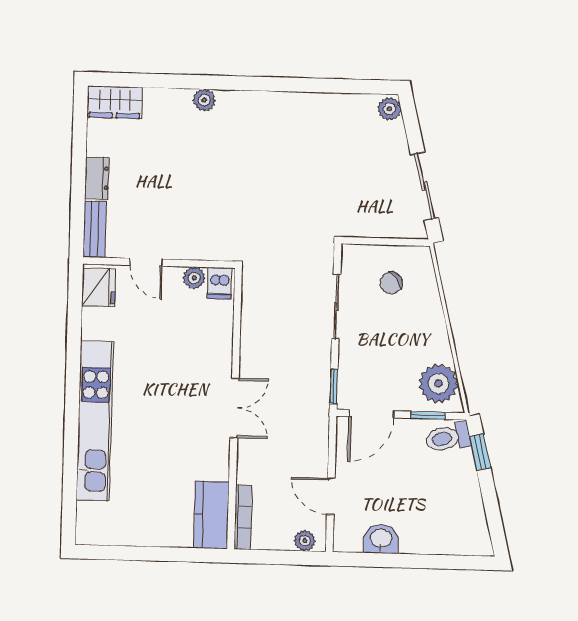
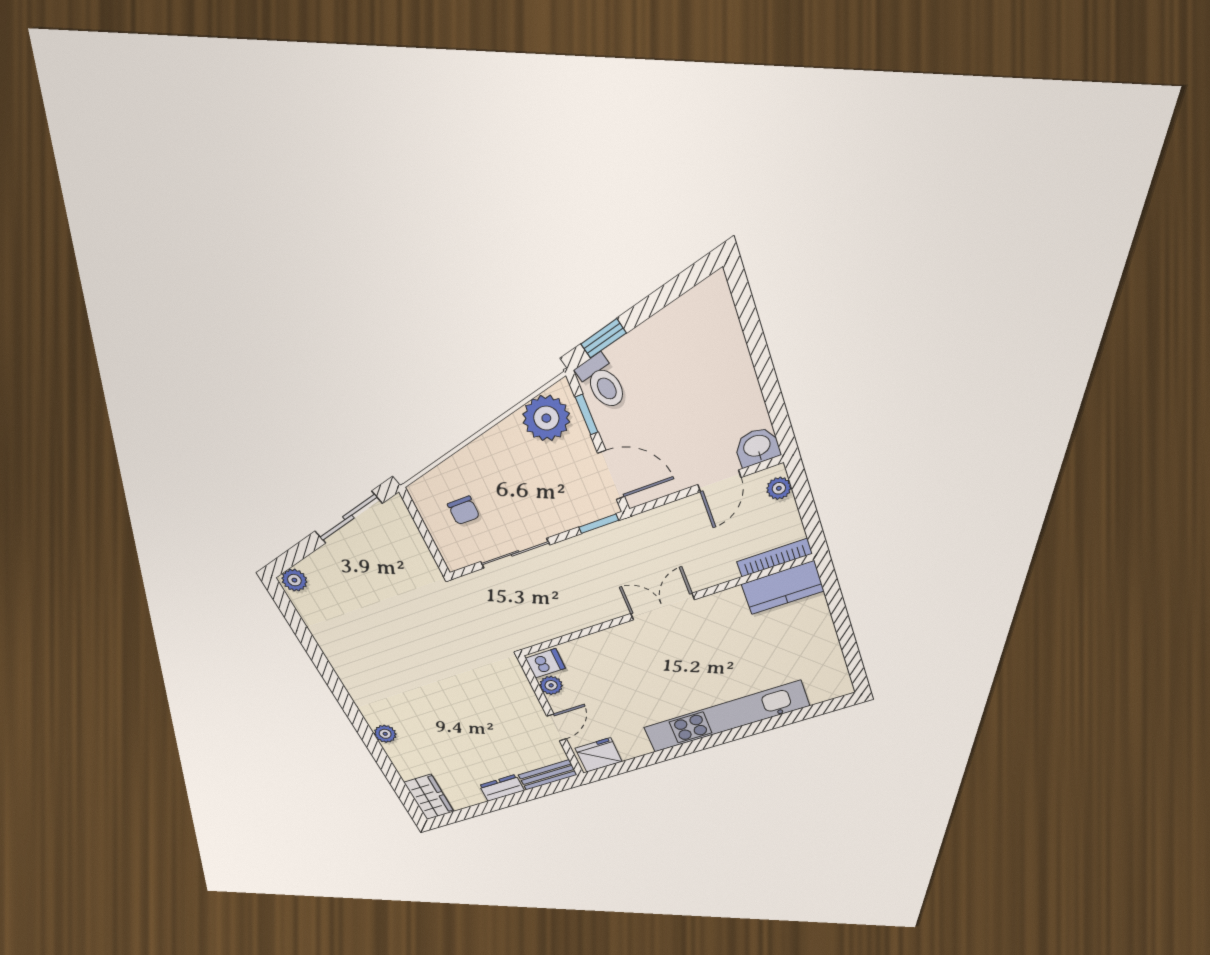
chair: (391, 283) -> (464, 510), turned 34
washbasin: (381, 539) -> (757, 447), moved, turned 90

